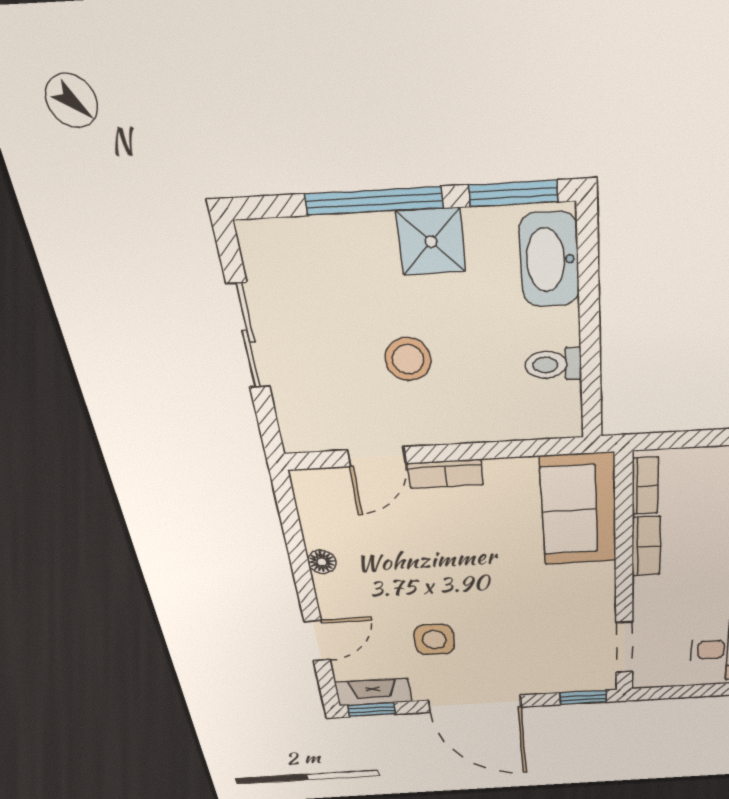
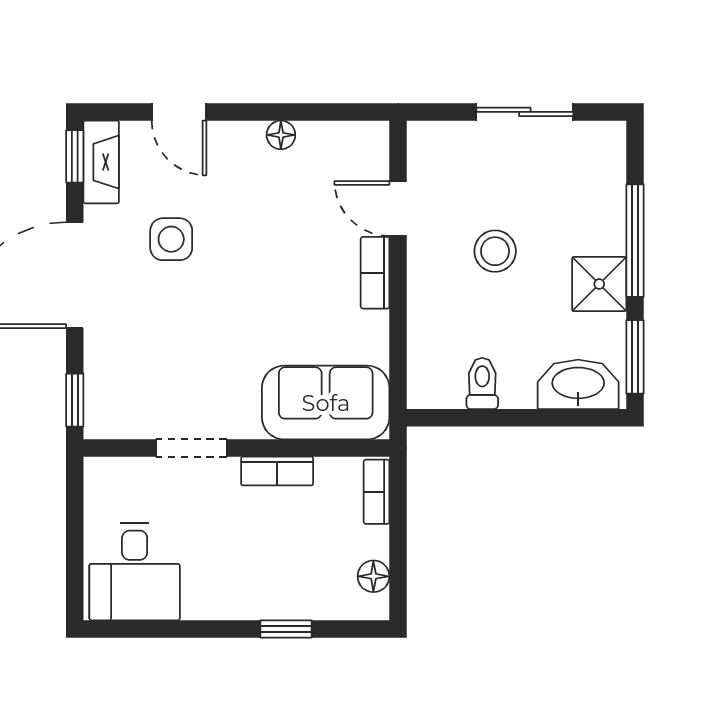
bookcase: (645, 486) -> (377, 492), moved, turned 90
doorway: (624, 647) -> (191, 448), moved

